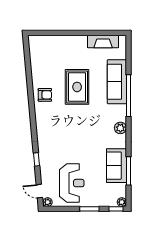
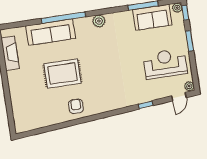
sofa: (116, 166) -> (152, 17), moved

